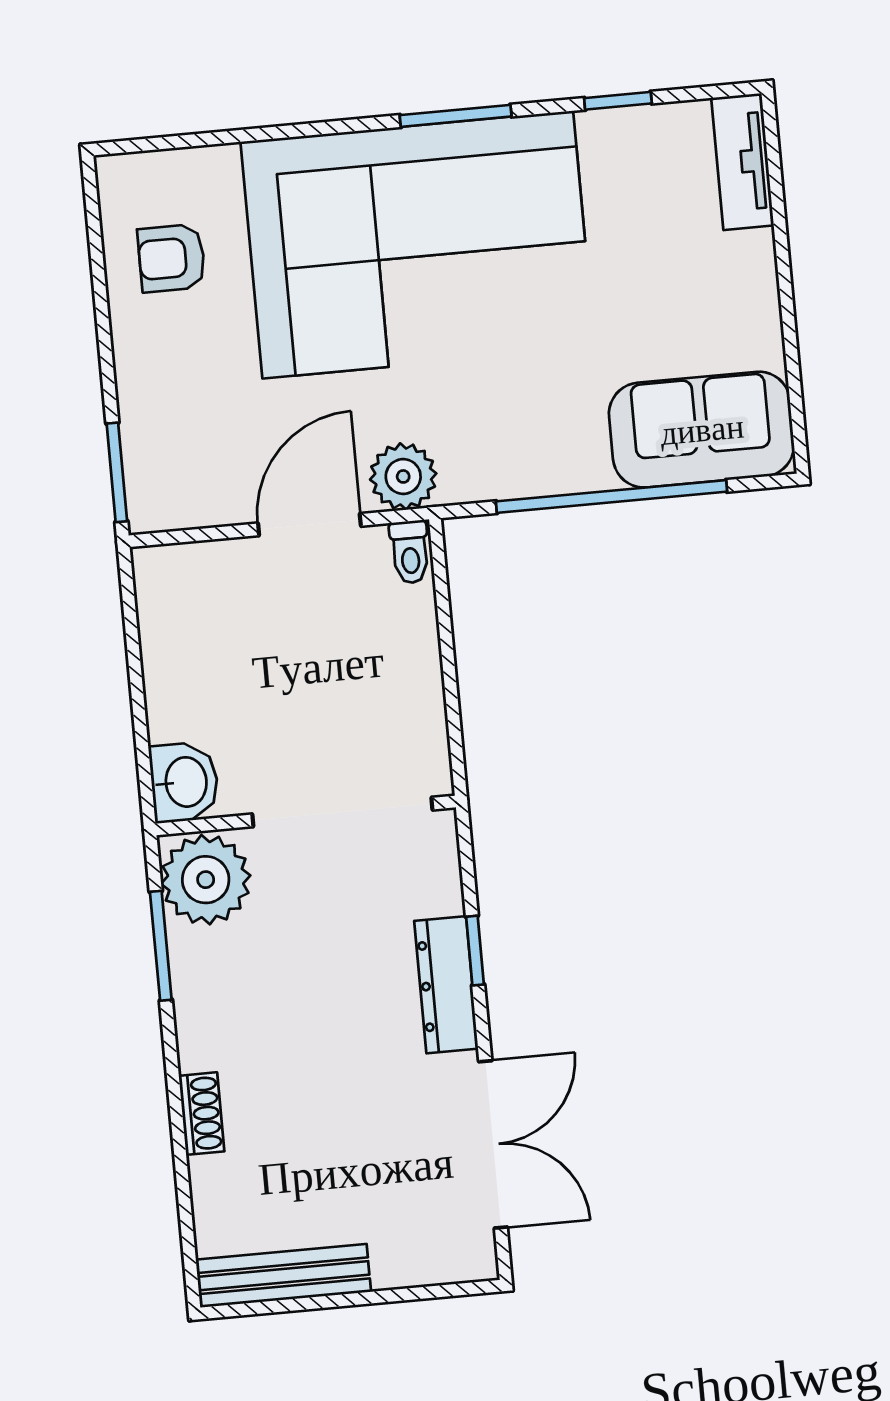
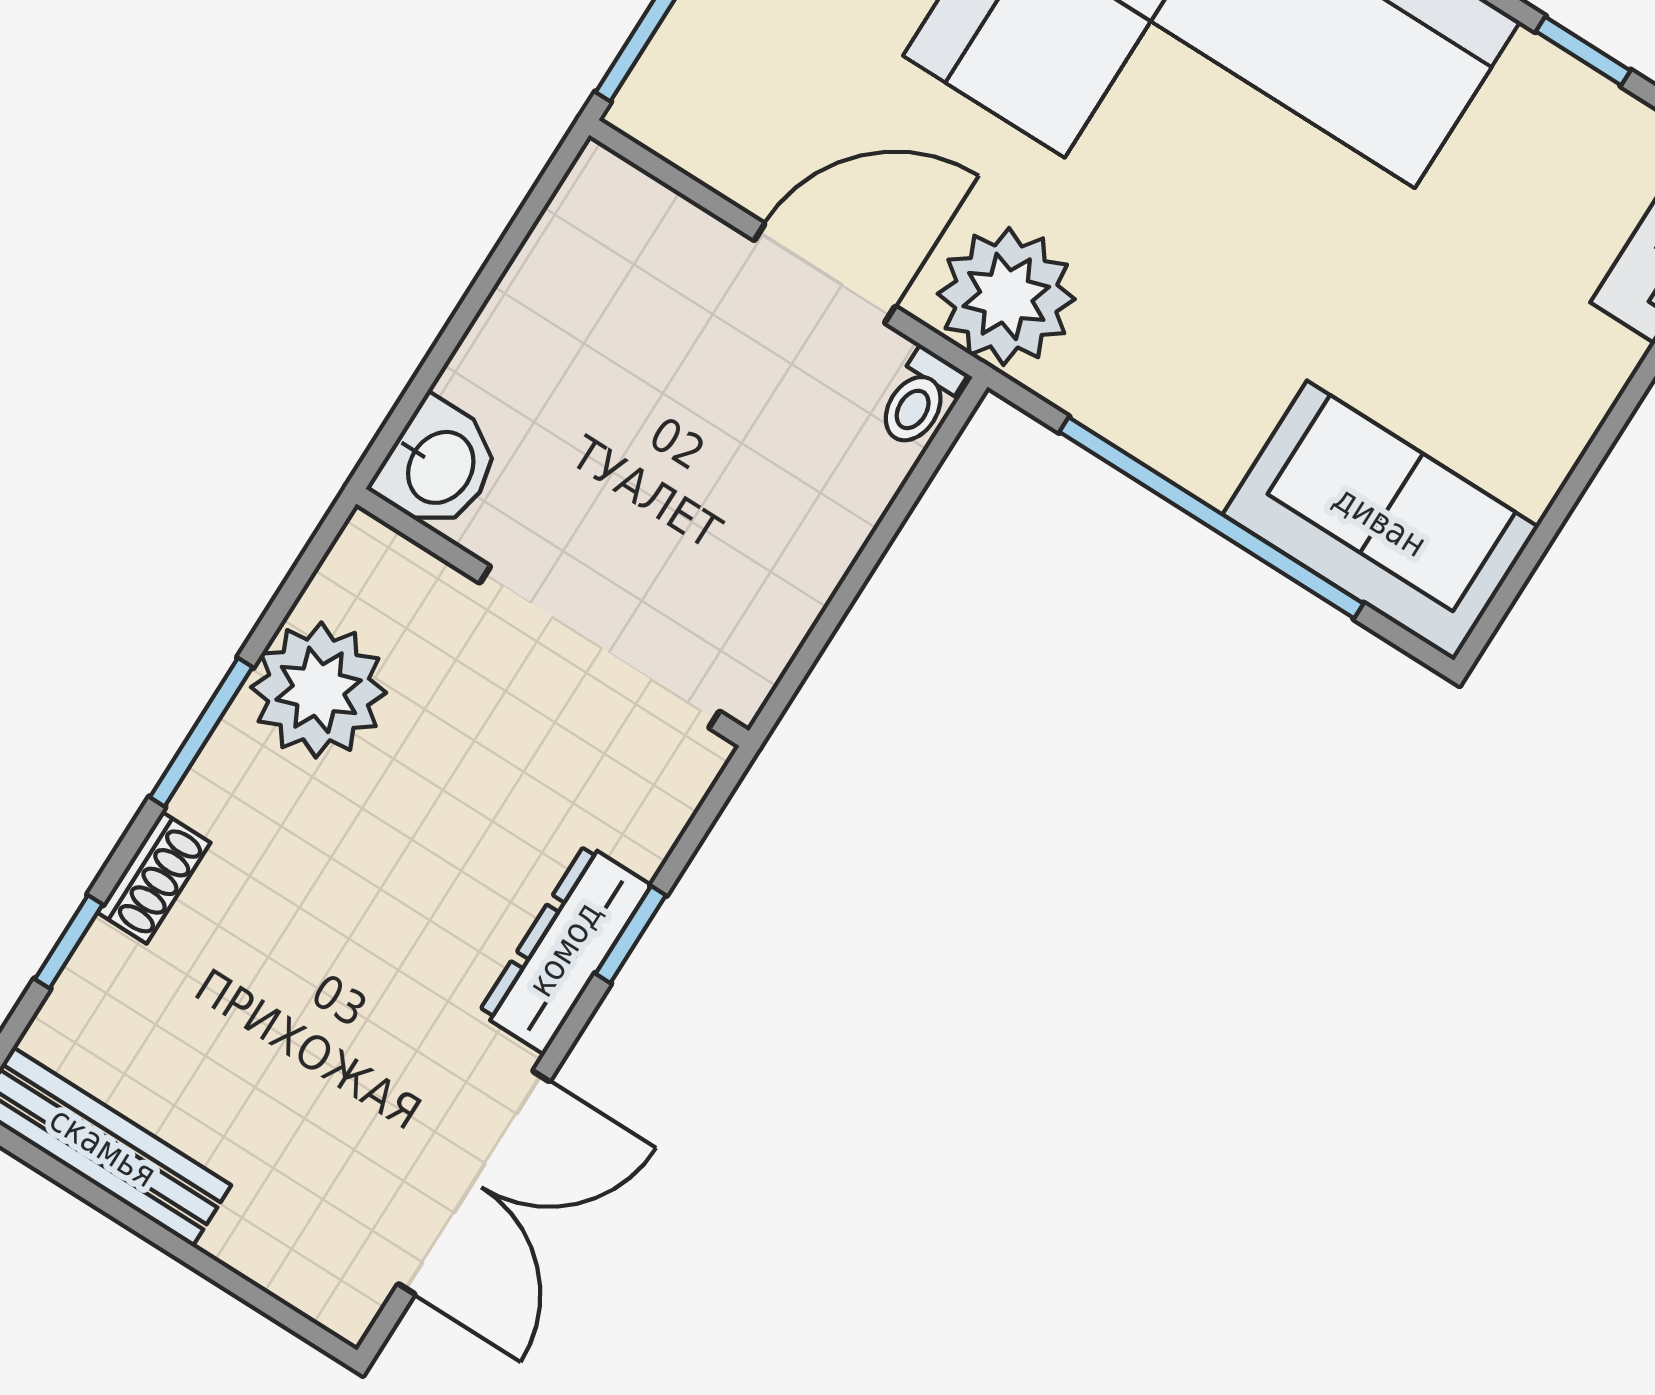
plant: (403, 476) -> (1006, 296), width x1.36, depth x1.36
plant: (206, 880) -> (319, 690), moved
window: (161, 946) -> (201, 732), moved
window: (183, 1182) -> (69, 942), added

